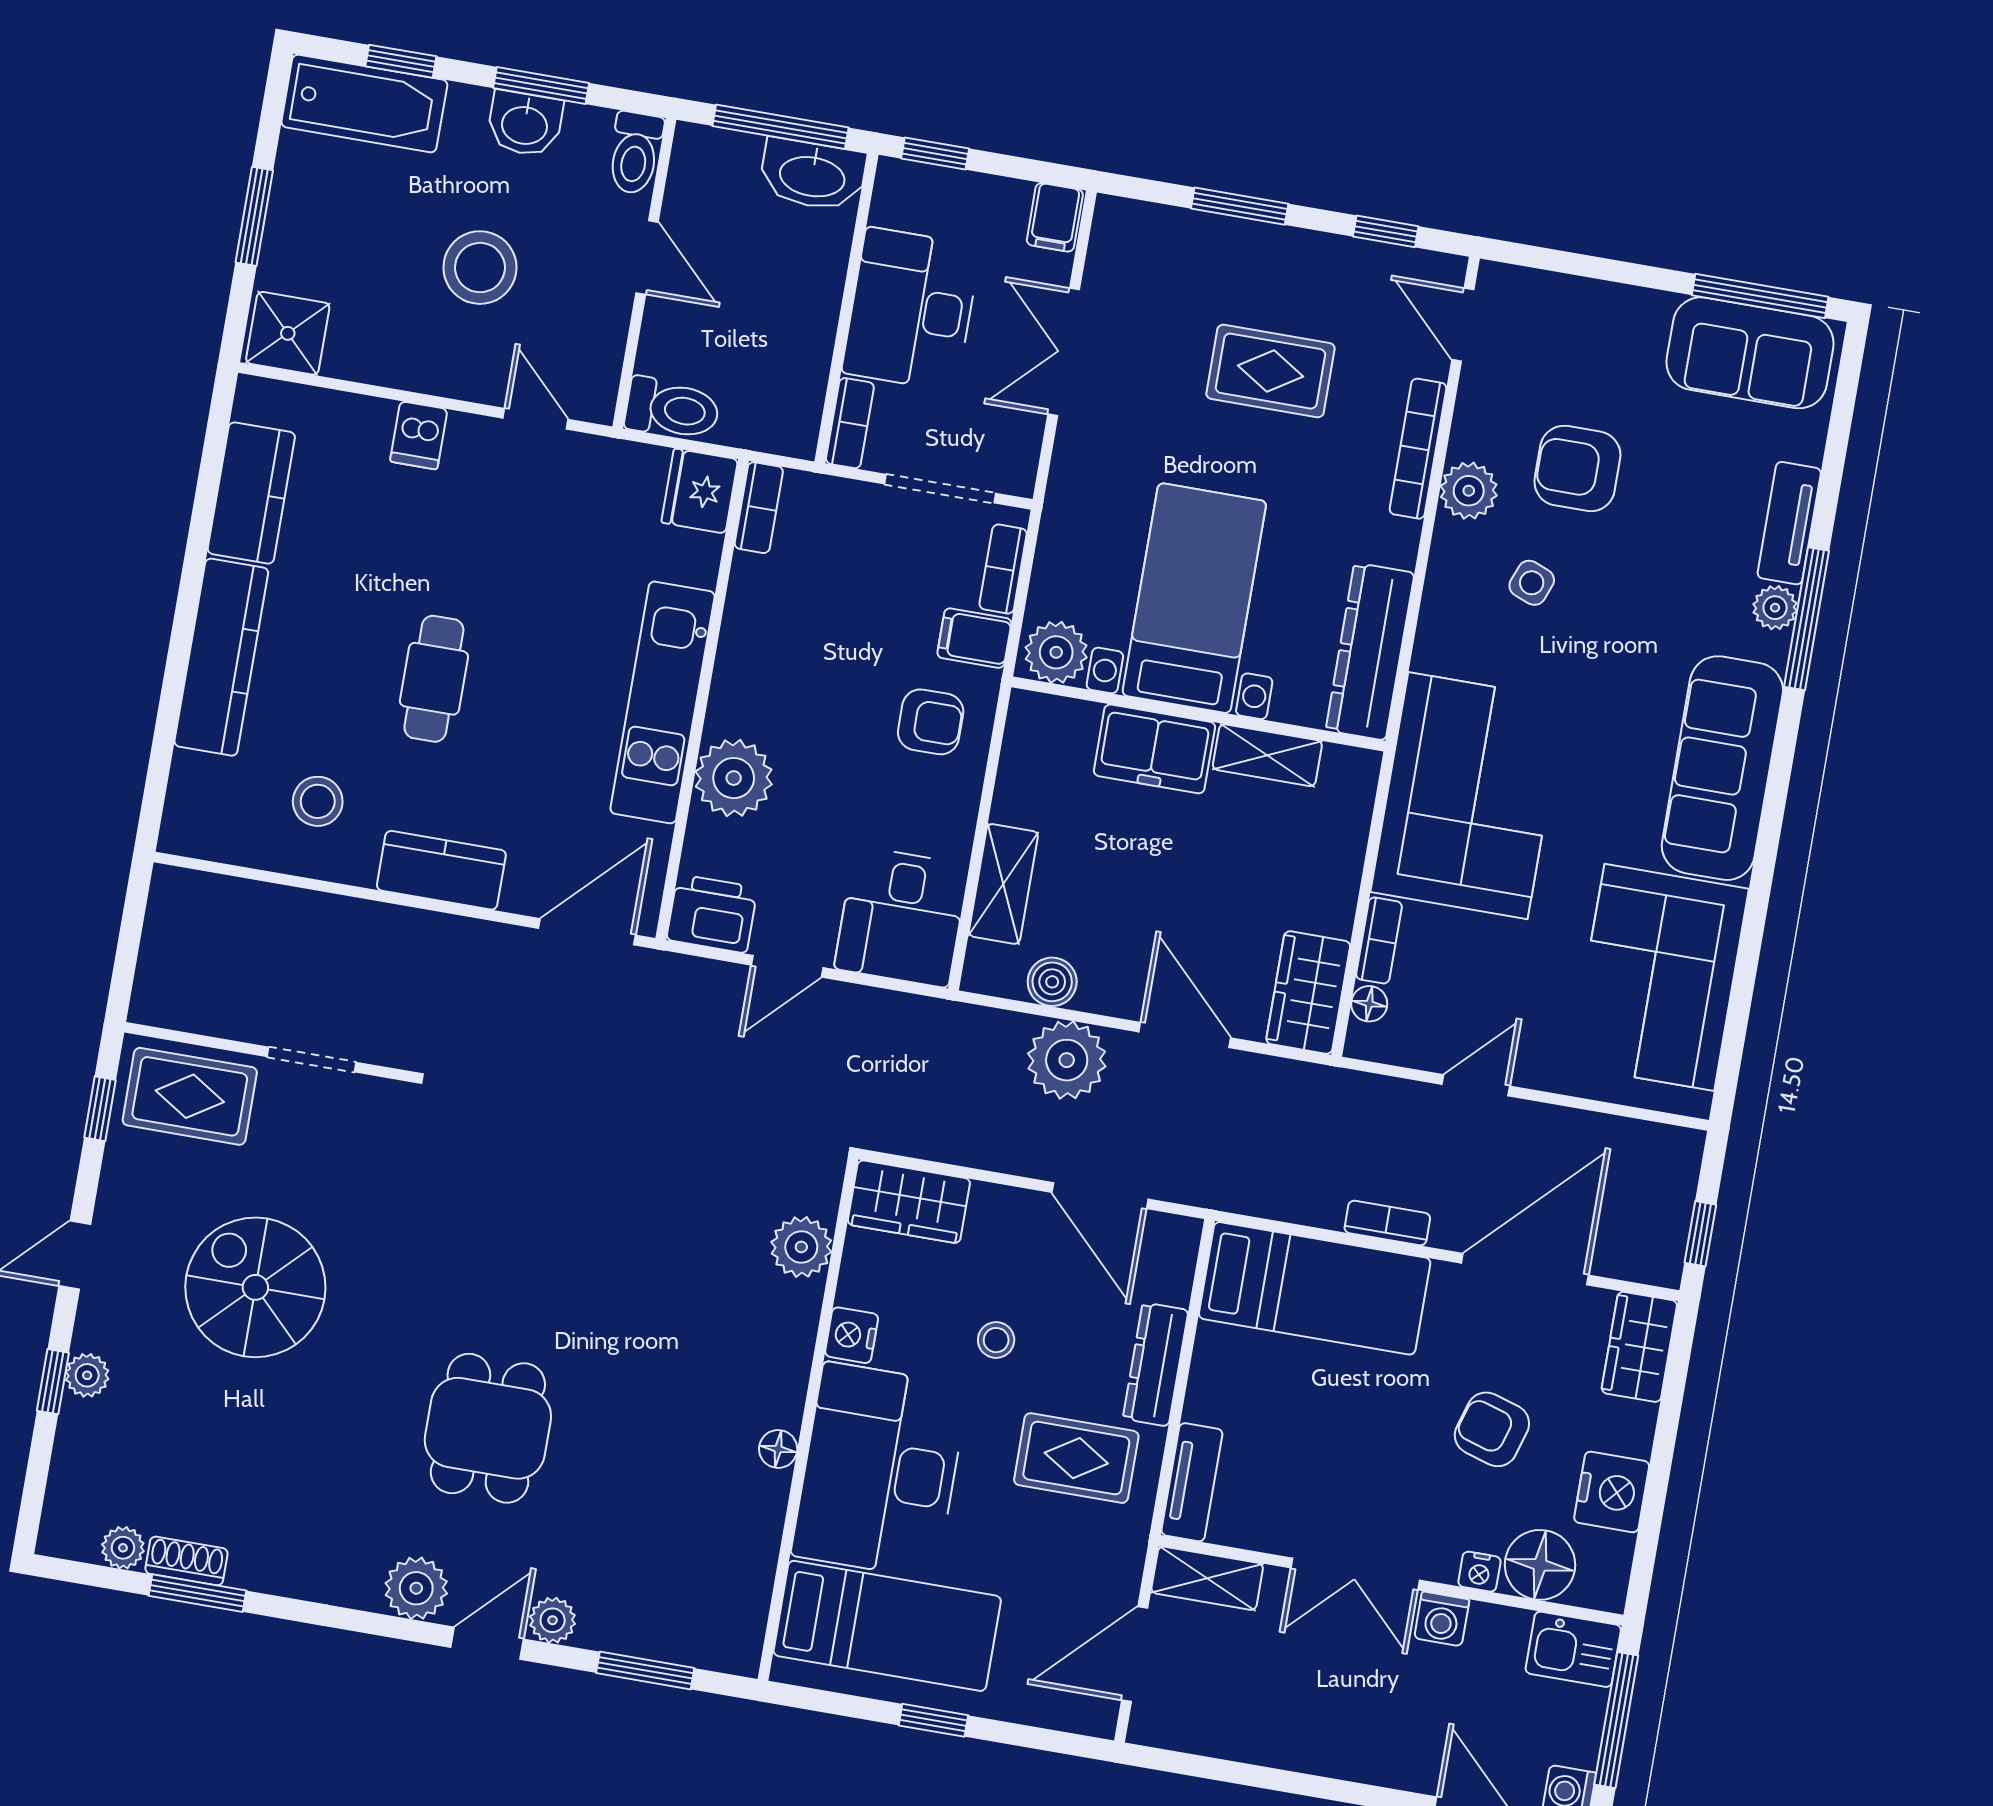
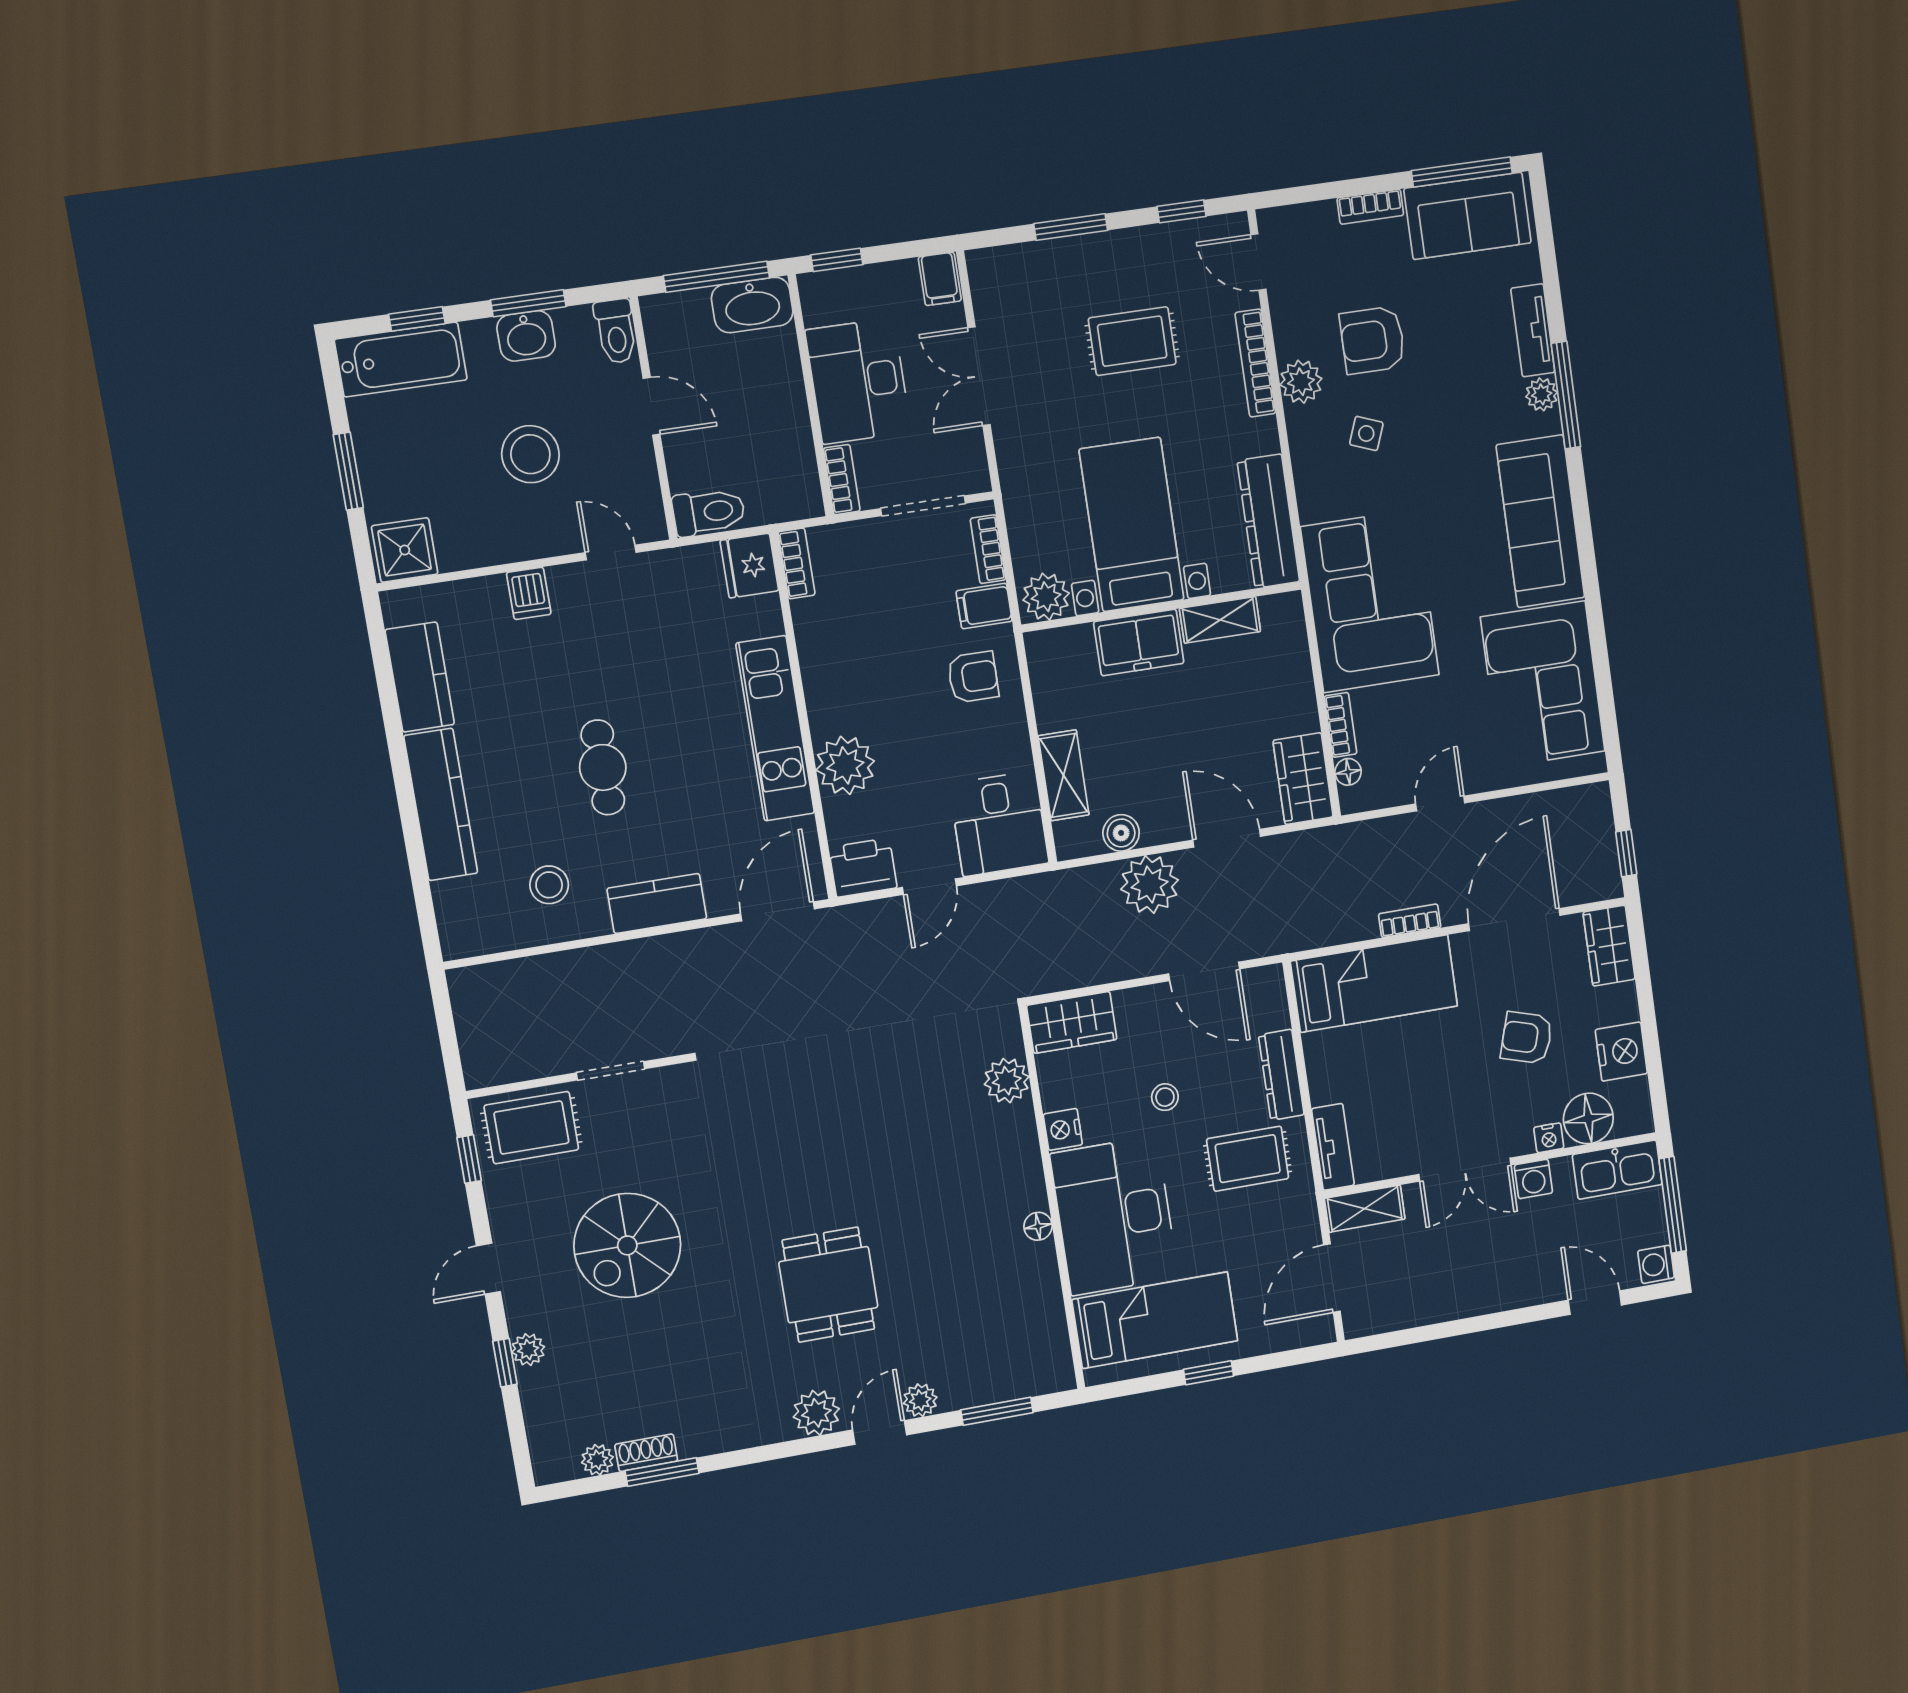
bookcase: (1628, 302) -> (1370, 207), added
spiral stairs: (255, 1287) -> (627, 1245), turned -90
kitchen sink: (1573, 1649) -> (1617, 1170), width x1.38

